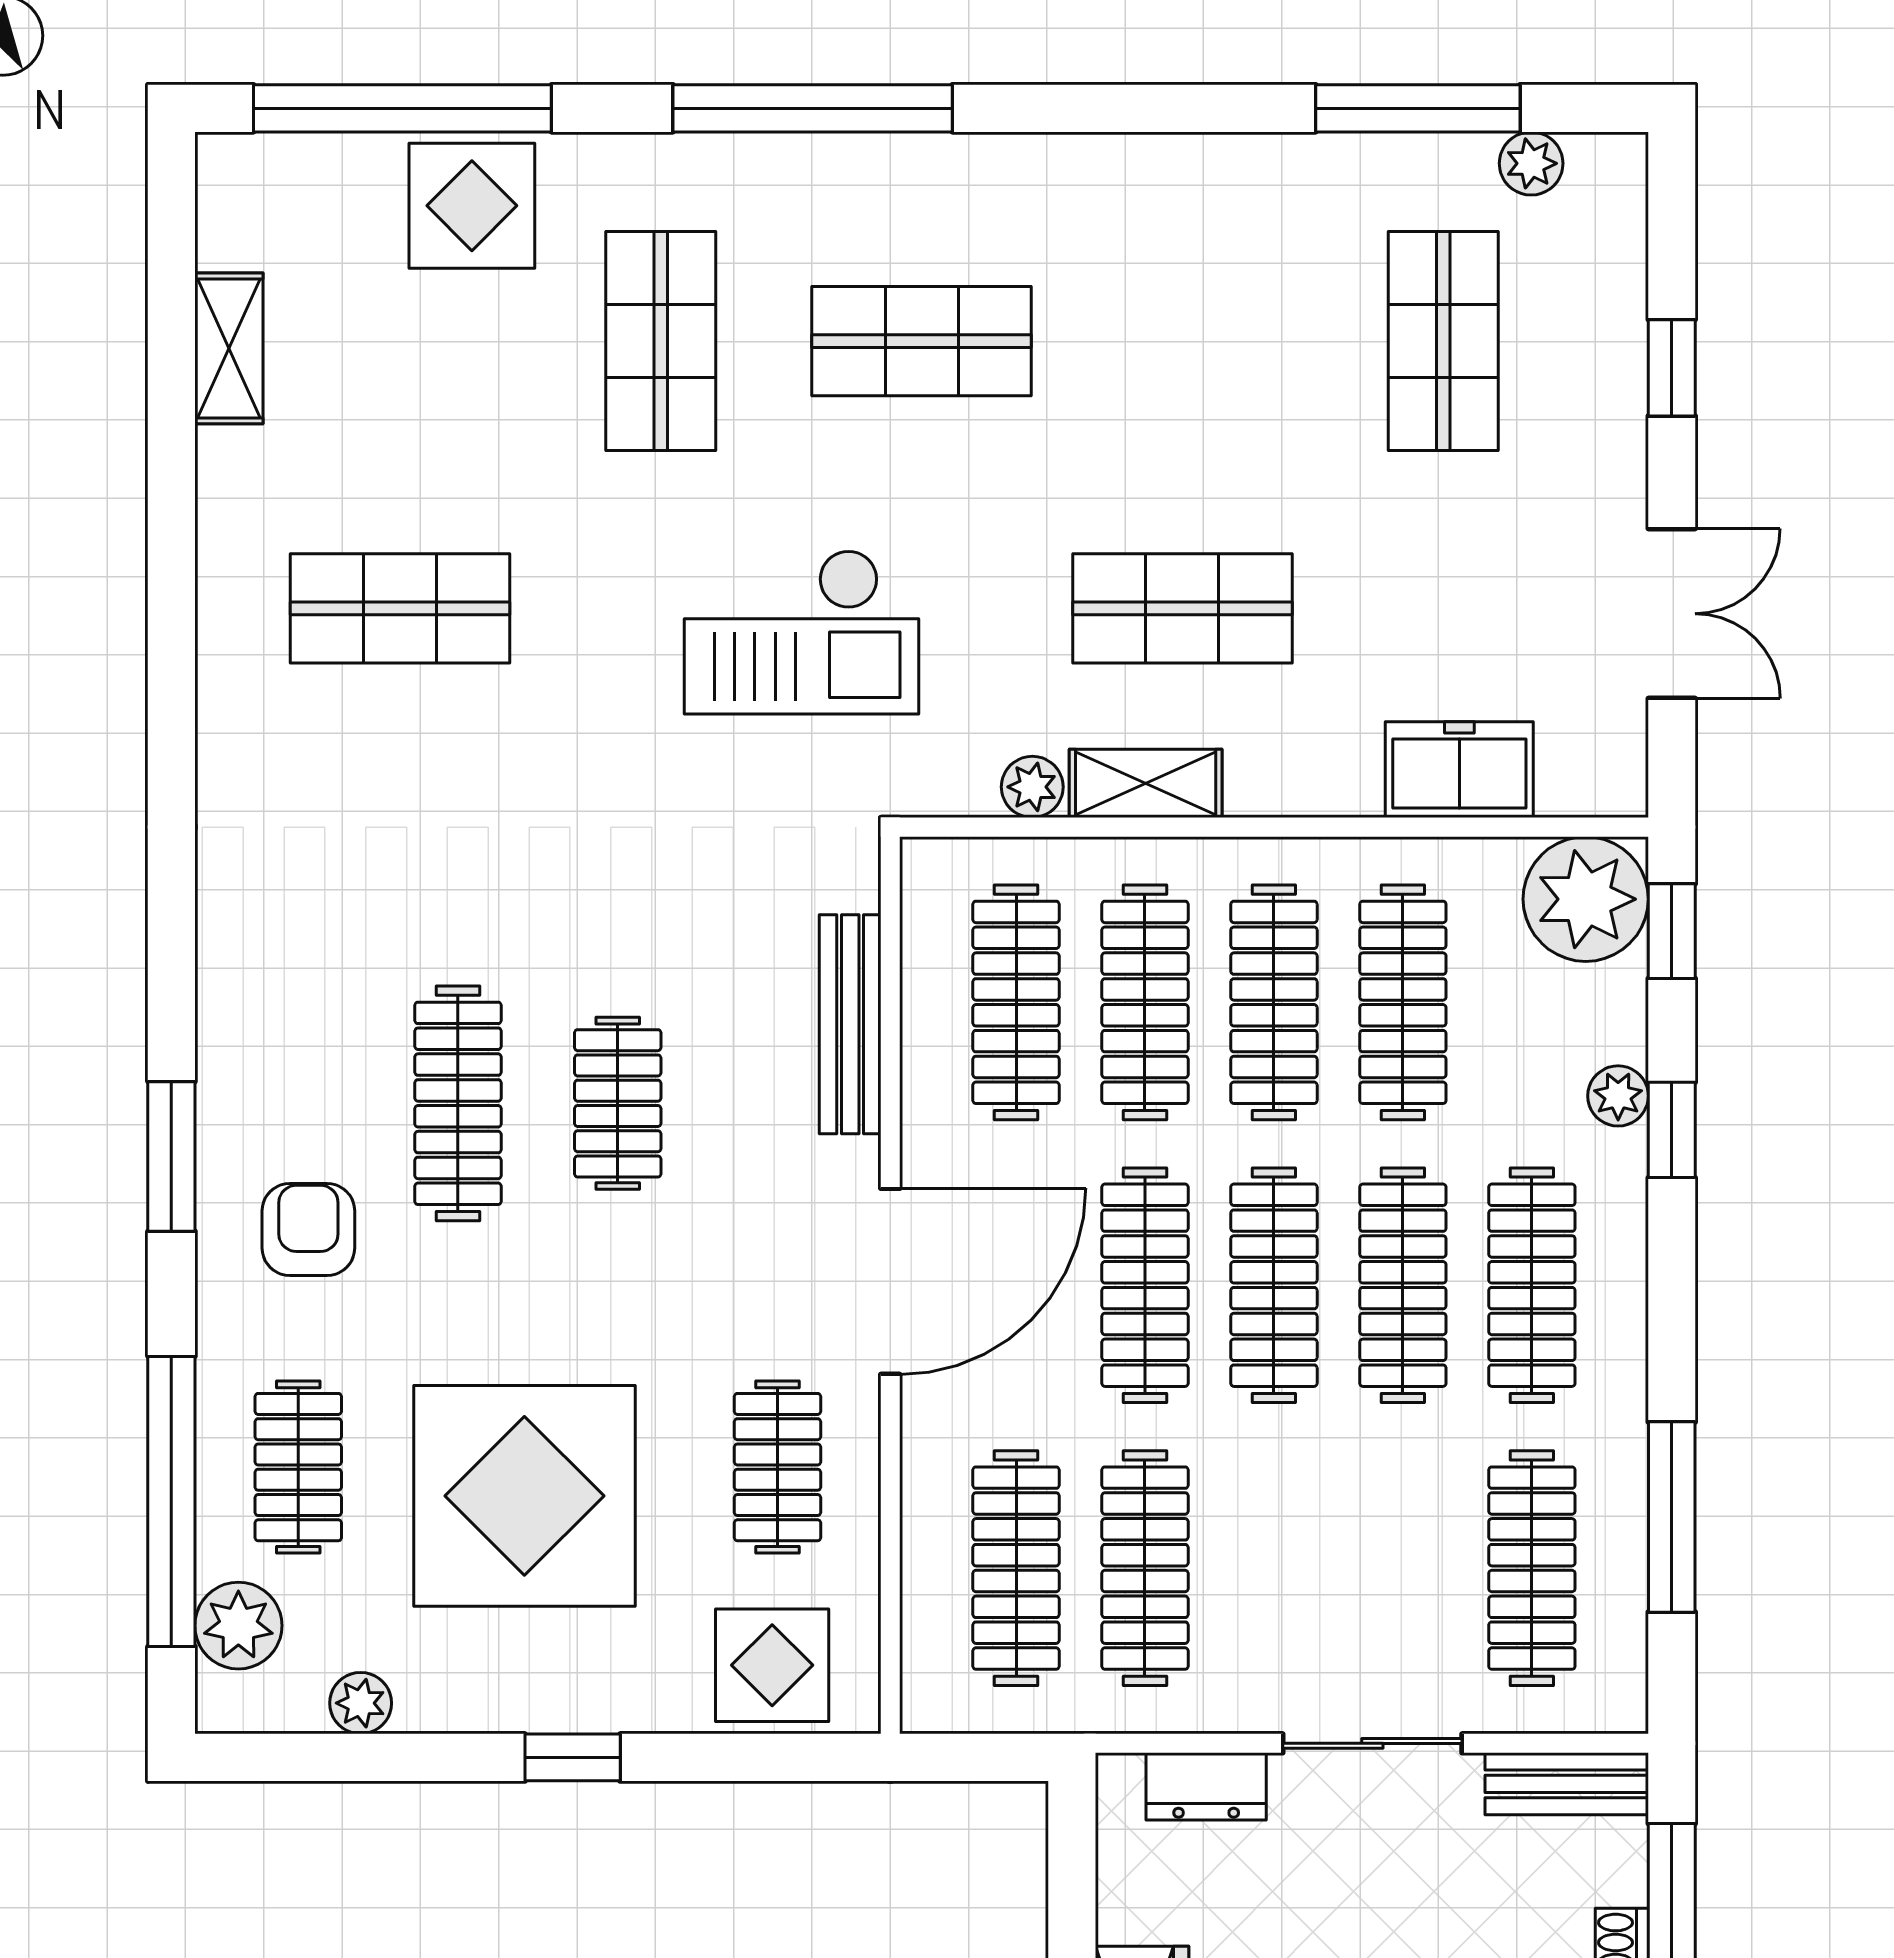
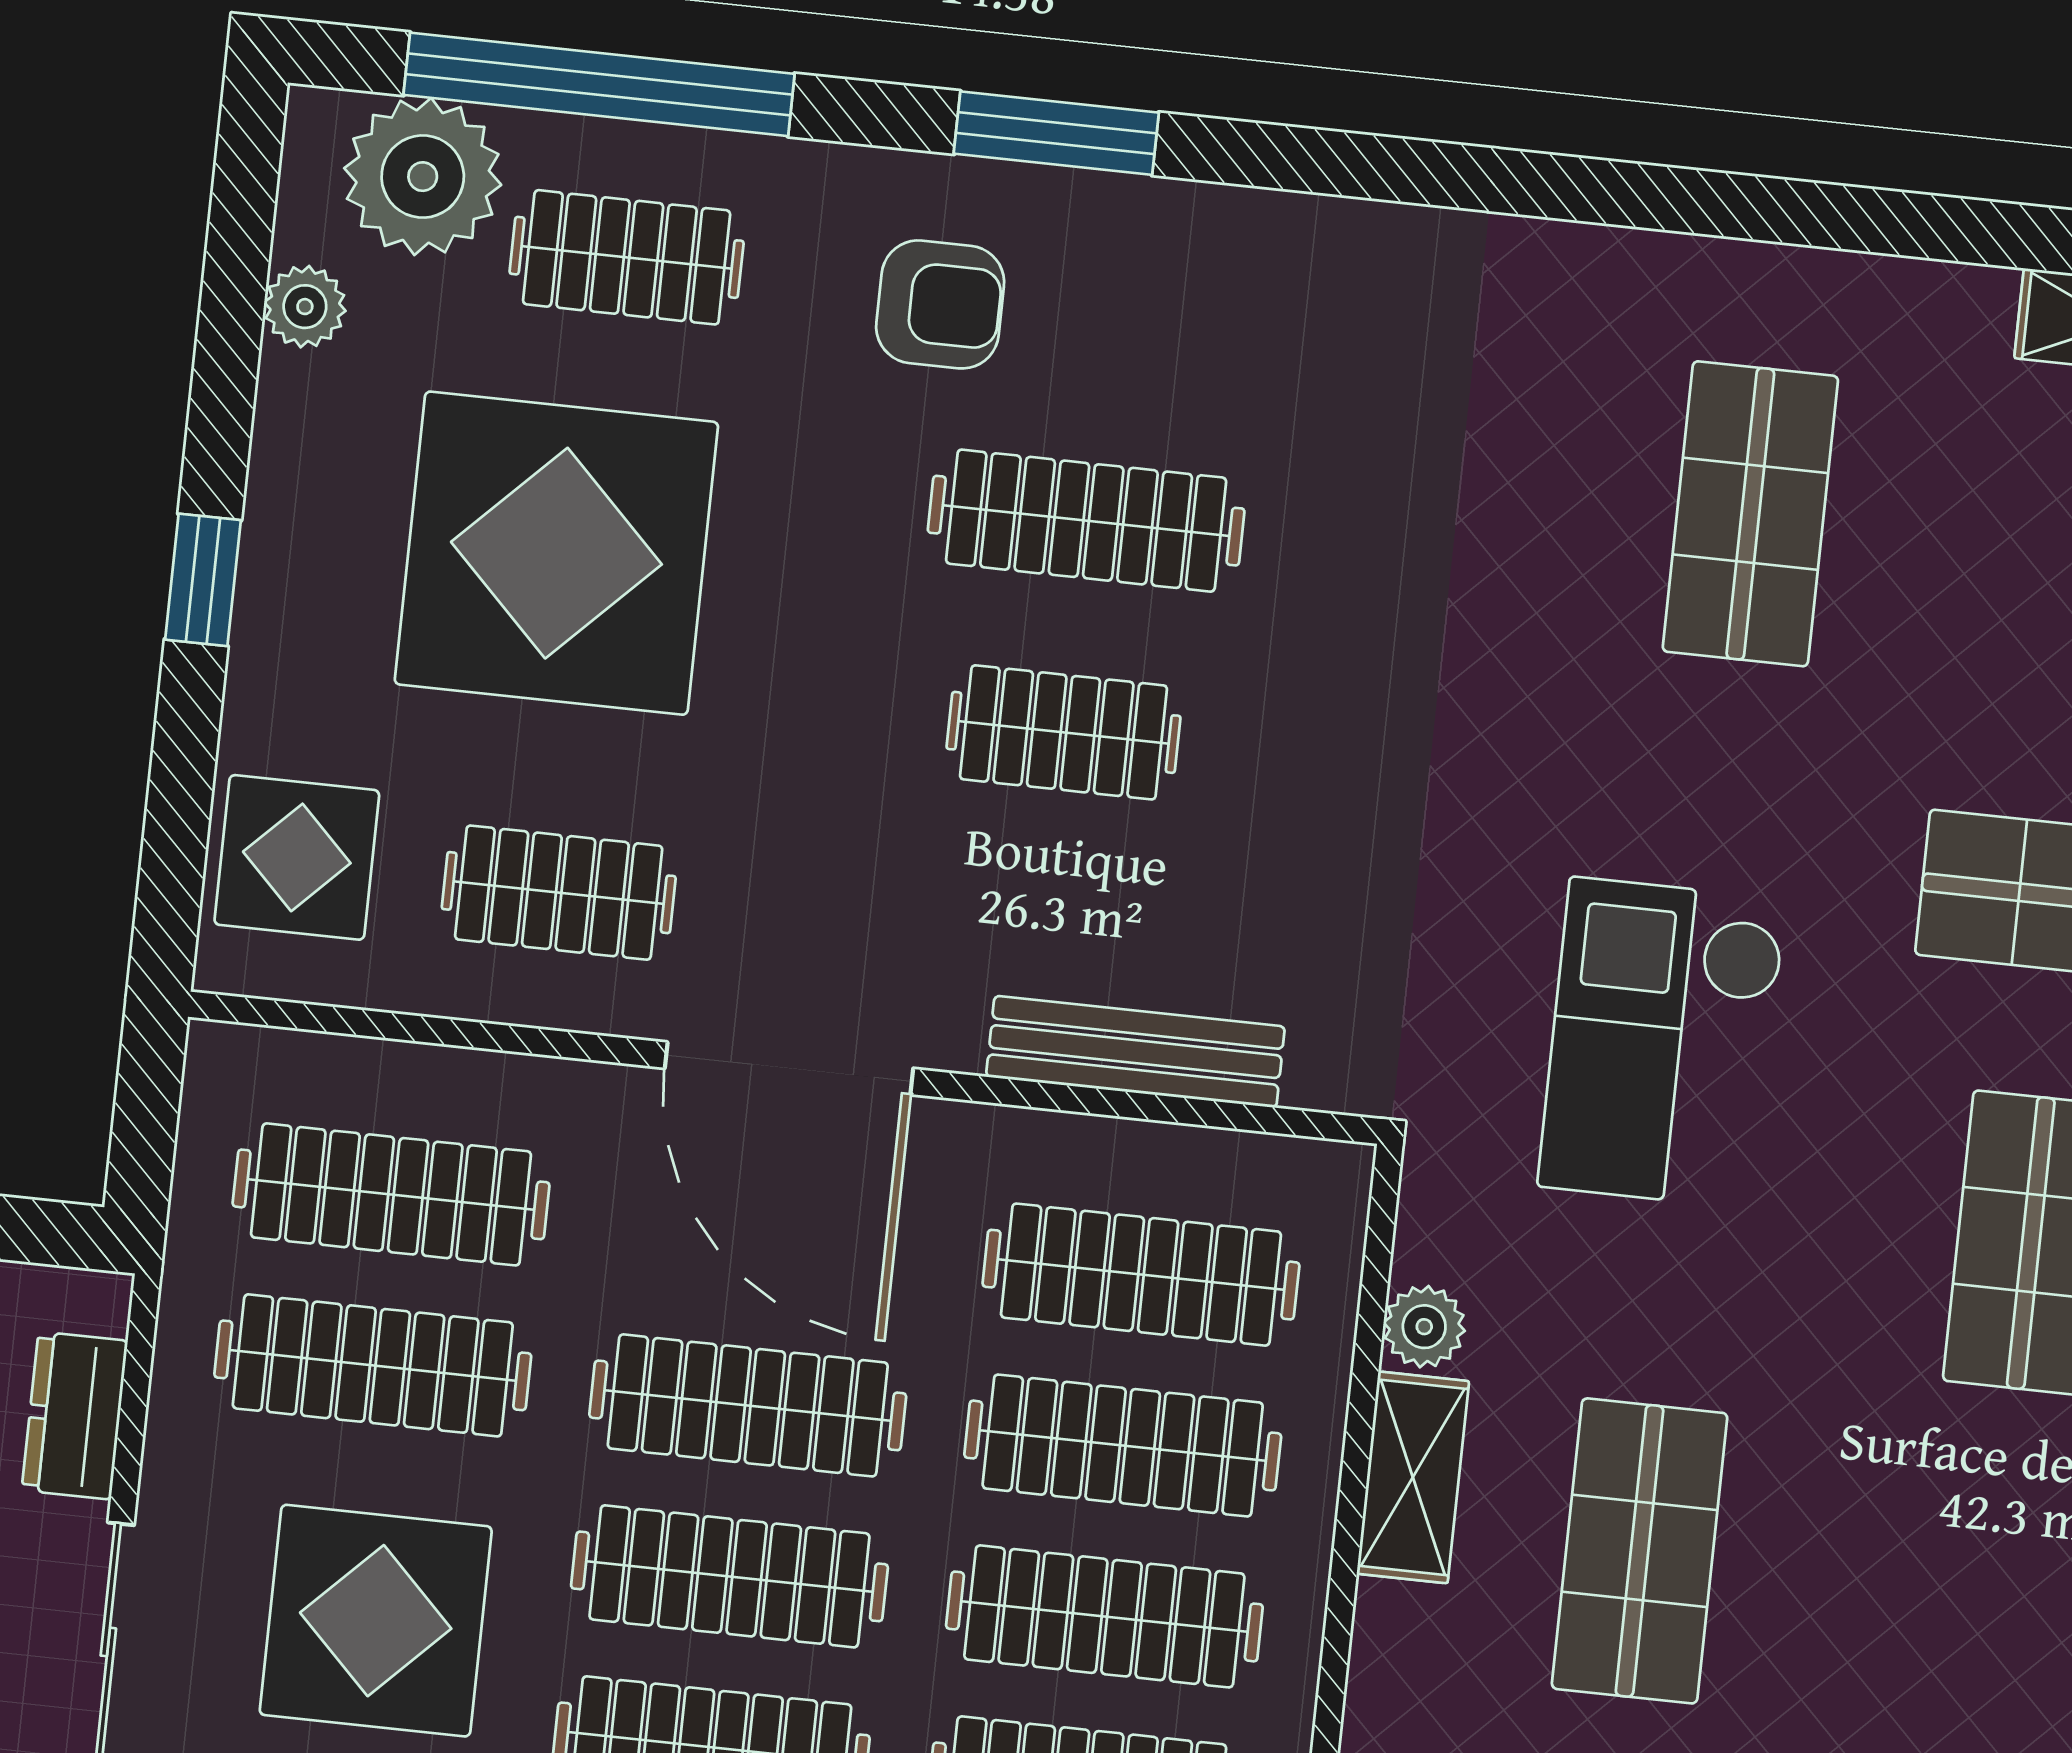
display table: (1335, 1546) -> (376, 1621), added
plant: (238, 1626) -> (423, 177), width x1.36, depth x1.36

